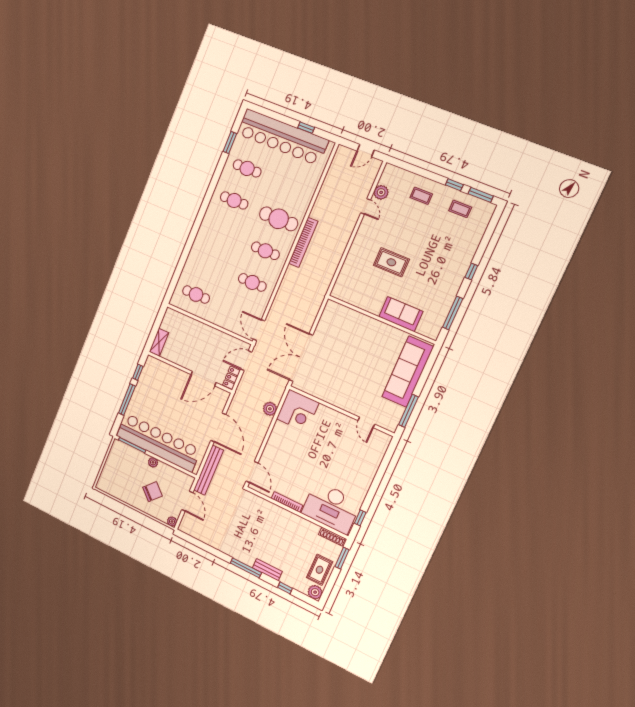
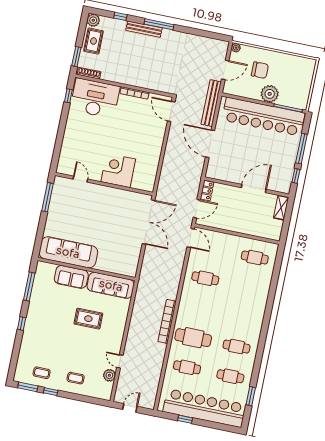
cafe table: (265, 251) -> (187, 367), moved
sofa: (358, 295) -> (111, 285), added
sofa: (408, 372) -> (68, 252), moved, turned -90
door: (203, 379) -> (254, 188), moved
plant: (270, 409) -> (167, 171), removed
corner desk: (298, 411) -> (118, 170), moved
plant: (153, 462) -> (270, 94), width x1.87, depth x1.87
chair: (152, 492) -> (260, 70), turned -133
door: (187, 501) -> (225, 70), swing flipped
bench: (267, 570) -> (144, 29), width x1.36

